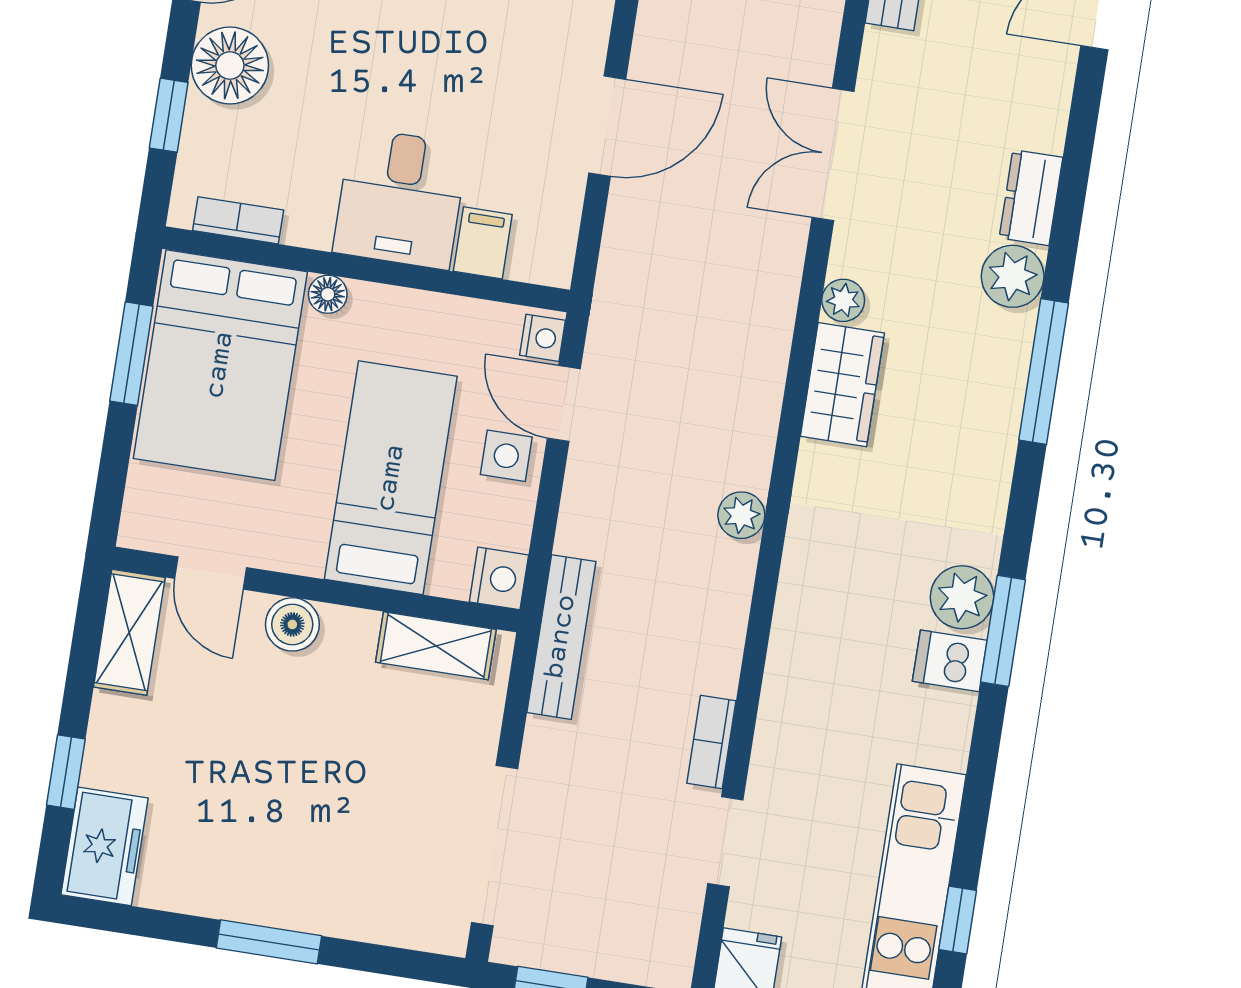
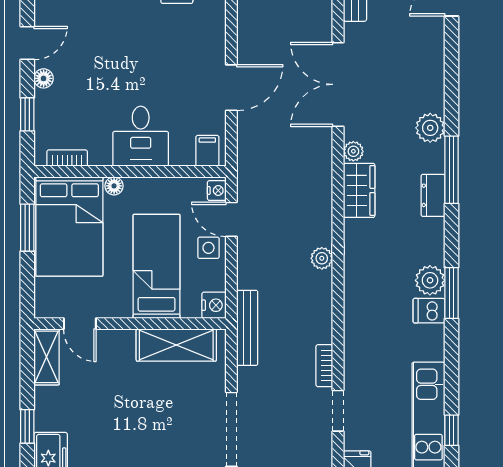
floor lamp: (230, 65) -> (44, 78), width x0.53, depth x0.53
double door: (833, 154) -> (338, 84), width x1.37
dresser: (1031, 198) -> (433, 195), moved
filing cabinet: (483, 243) -> (207, 151), moved
boiler: (292, 624) -> (122, 342), removed
shelving: (436, 646) -> (176, 345), width x1.50, depth x1.33

